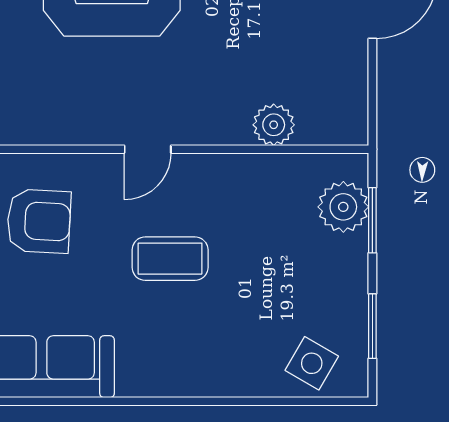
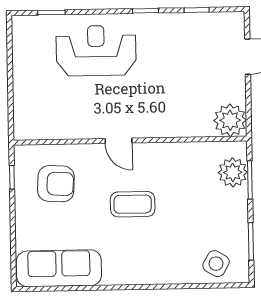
plant: (274, 125) -> (230, 120), moved, width x1.36, depth x1.36
door: (148, 149) -> (118, 141), hinge flipped

